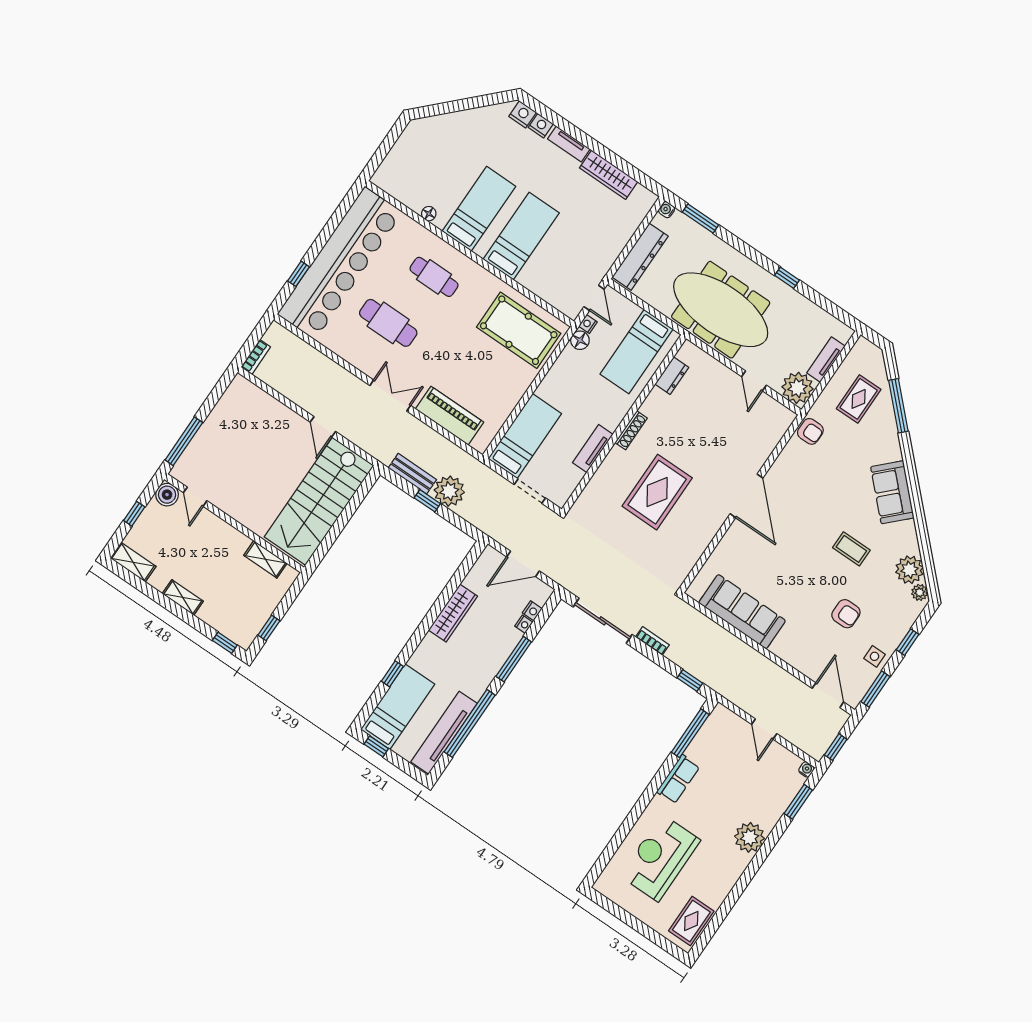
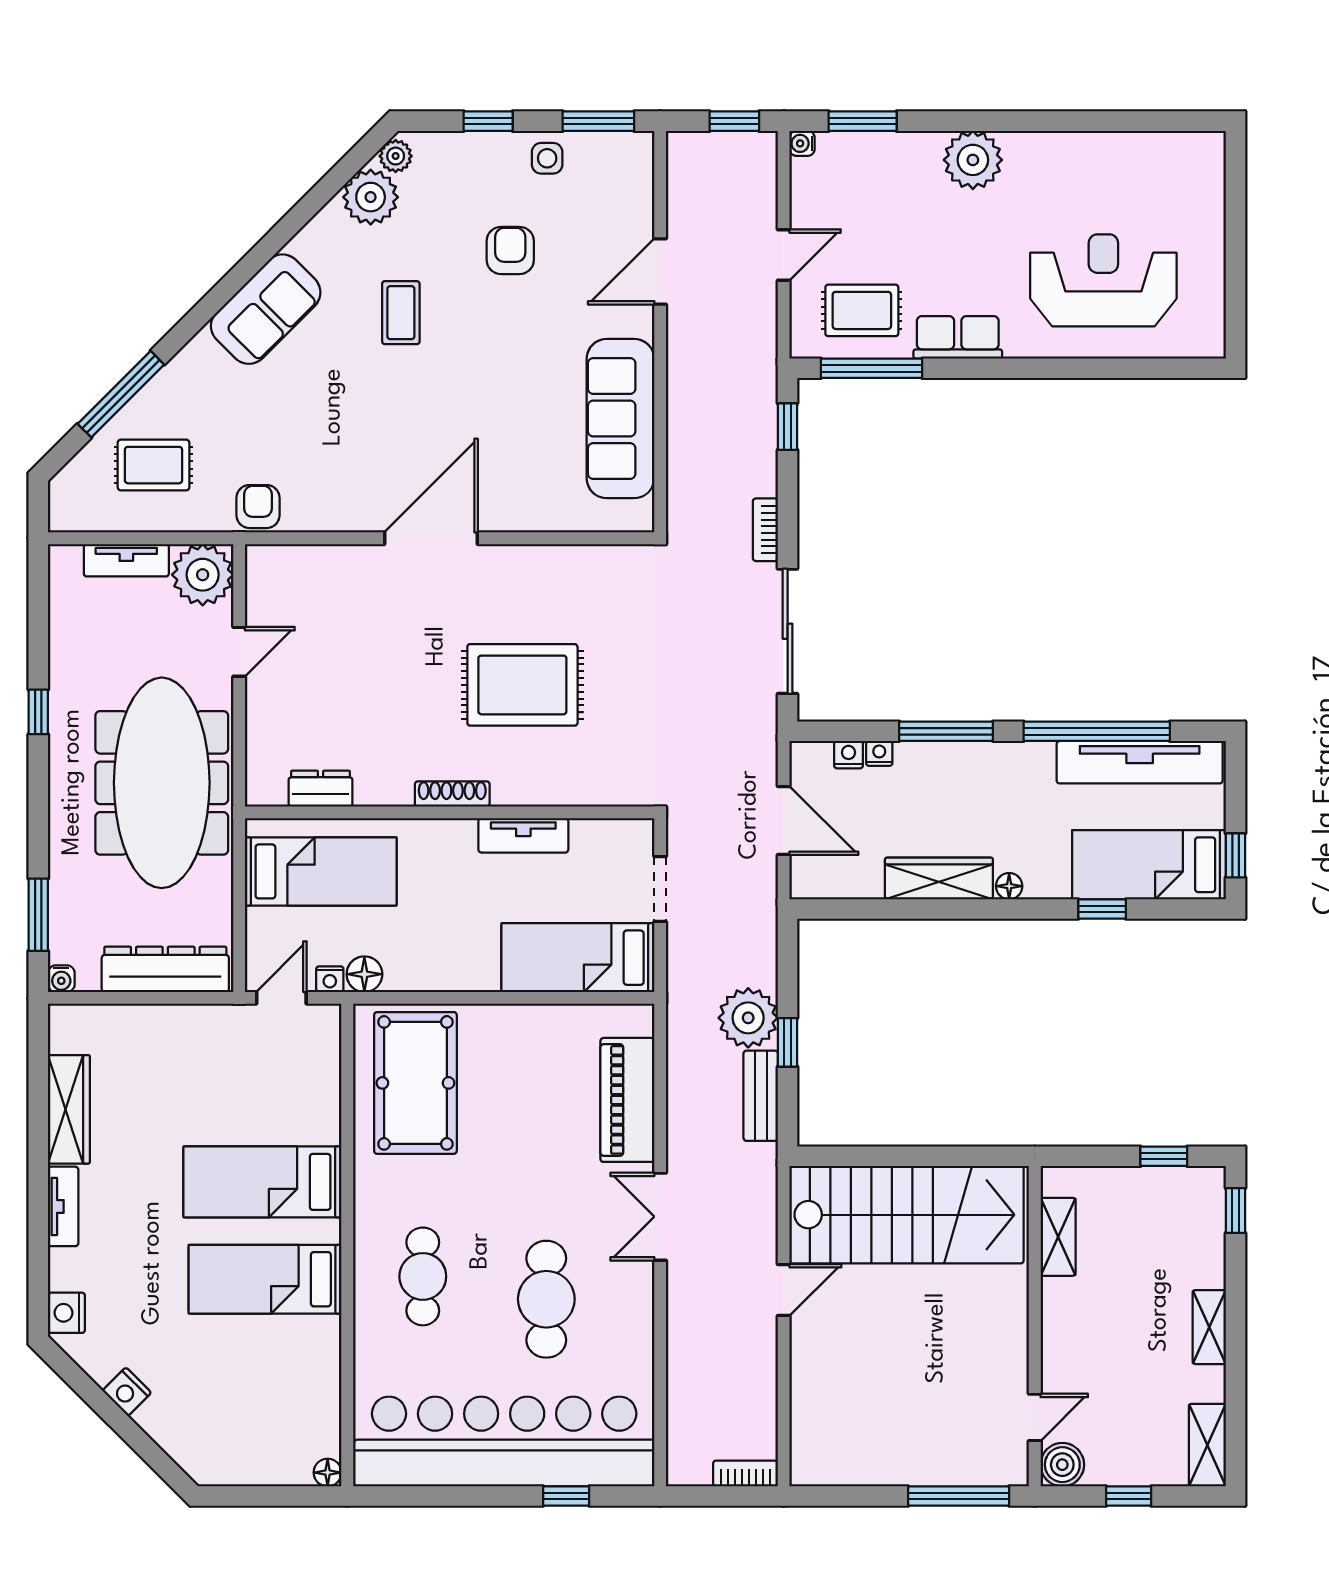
nightstand: (541, 126) -> (127, 1392), moved, turned -45
floor lamp: (429, 214) -> (328, 1473), moved
floor lamp: (429, 641) -> (1009, 886), added
door: (828, 695) -> (660, 271), moved
reception desk: (660, 858) -> (1103, 280), turned 180
rug: (691, 921) -> (862, 310), moved

